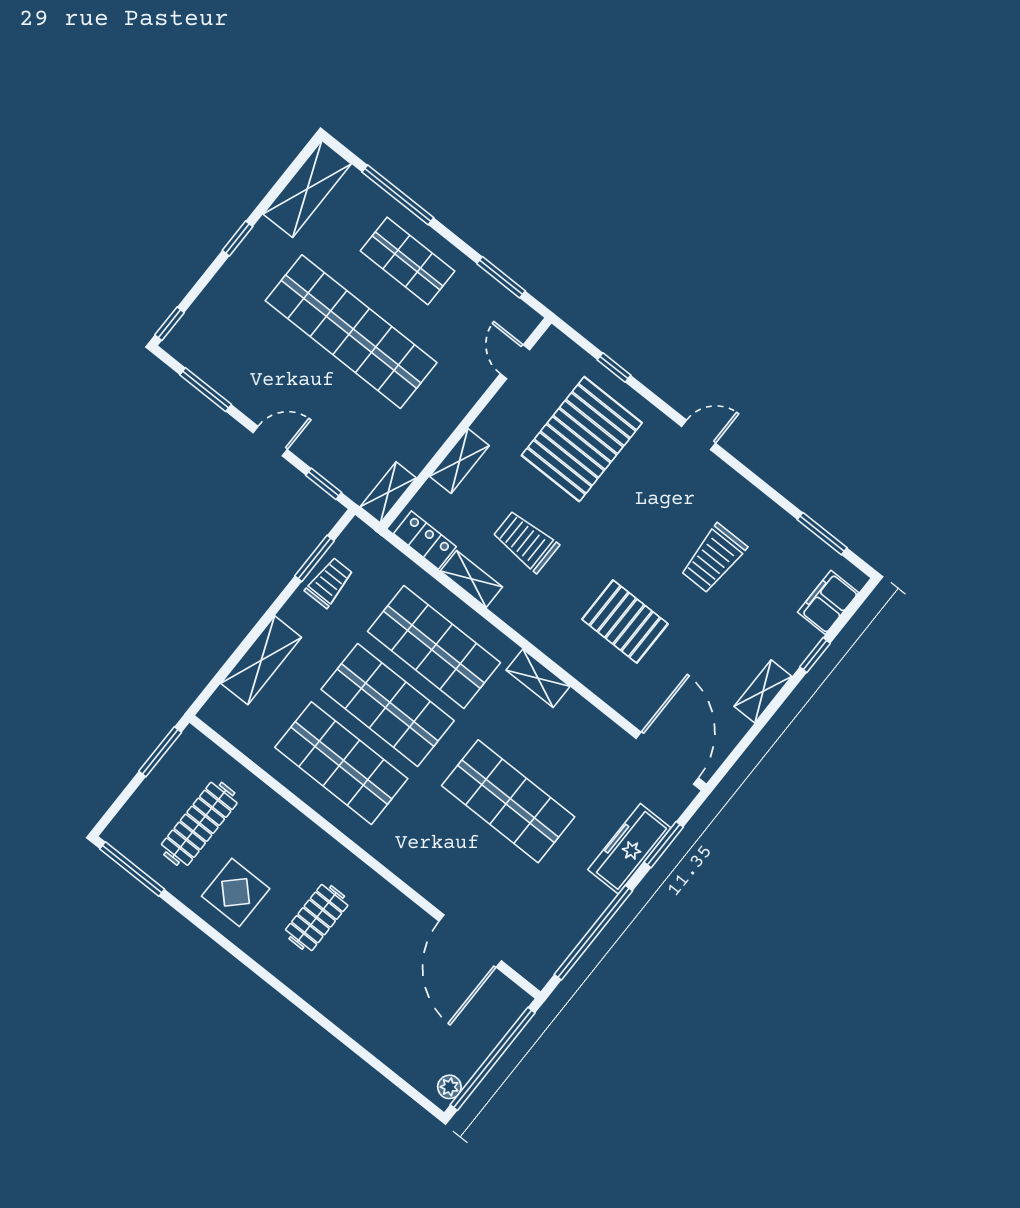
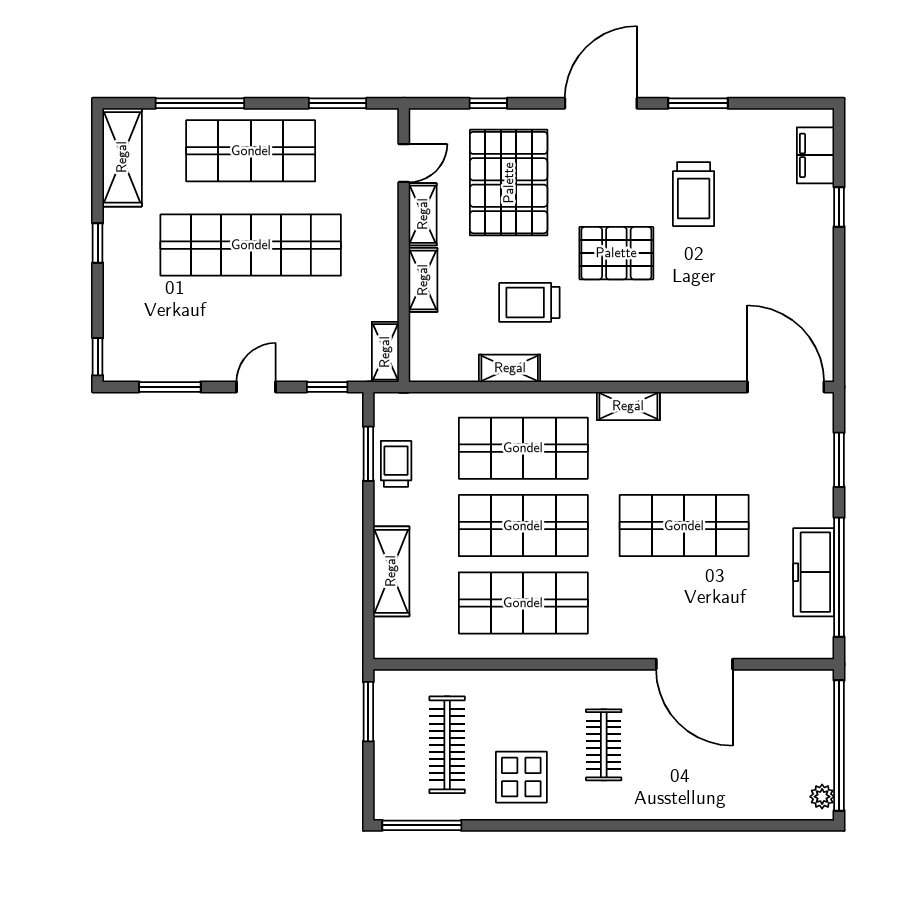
shop shelf: (408, 261) -> (251, 151), width x1.43, depth x1.36
door: (515, 362) -> (404, 163), swing flipped
door: (698, 435) -> (601, 103), width x1.87
window: (822, 534) -> (698, 103), moved
locker: (425, 540) -> (446, 367), removed
pallet: (625, 622) -> (616, 253), moved
shelving: (763, 691) -> (423, 214), moved
freezer: (629, 849) -> (814, 572), moved
door: (470, 941) -> (694, 664), moved

